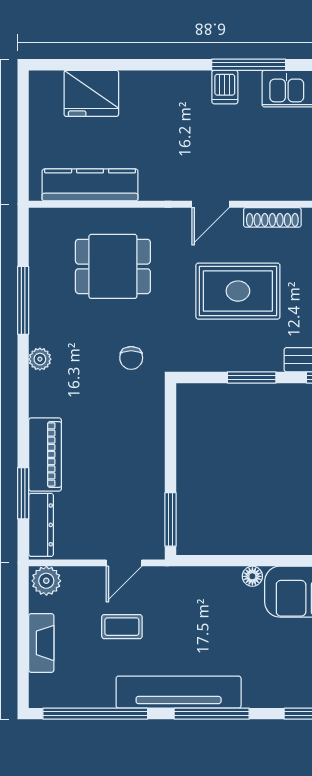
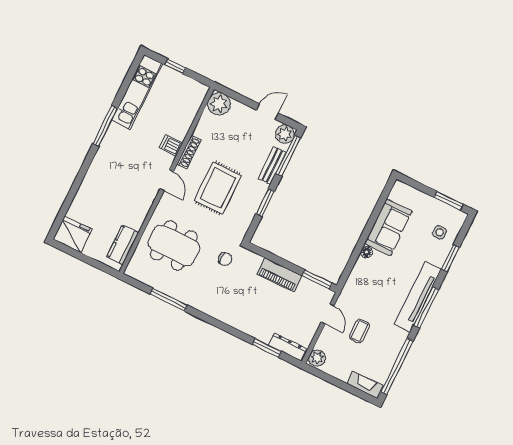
dishwasher: (225, 87) -> (171, 146), moved, turned 180
fridge: (91, 93) -> (73, 234), moved, turned -90
kitchen counter: (90, 185) -> (123, 245), width x0.67
dining table: (113, 266) -> (174, 245), width x1.38
plant: (40, 359) -> (203, 306), removed
piano: (45, 454) -> (279, 275), moved, turned 180
fireplace: (41, 643) -> (365, 385), moved
tv unit: (179, 692) -> (418, 297), moved

